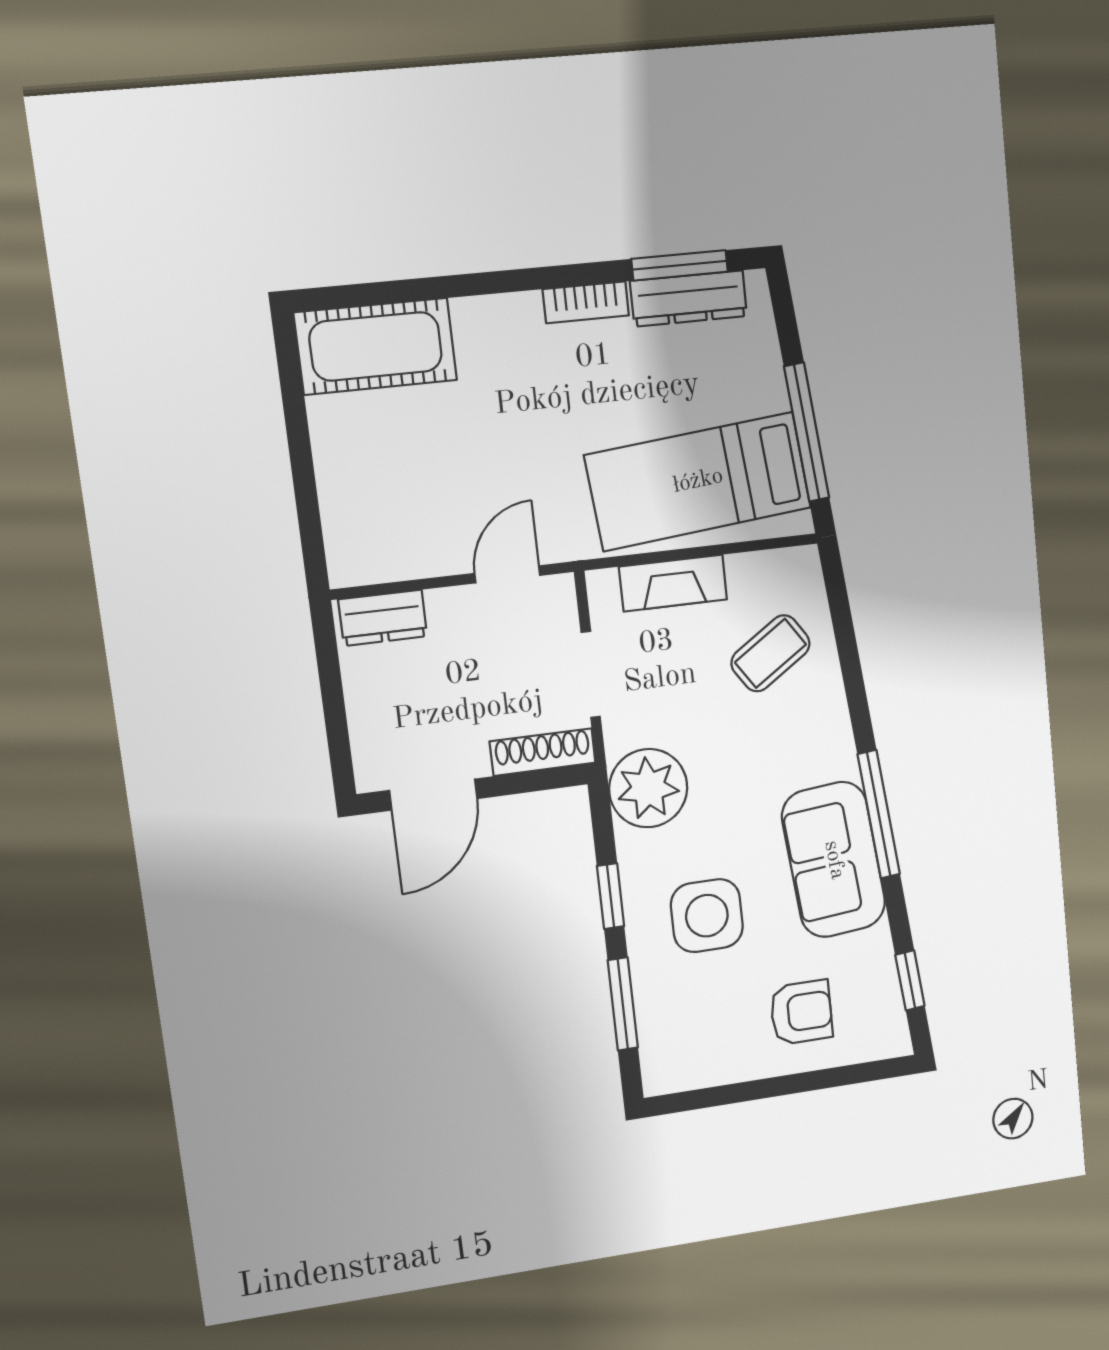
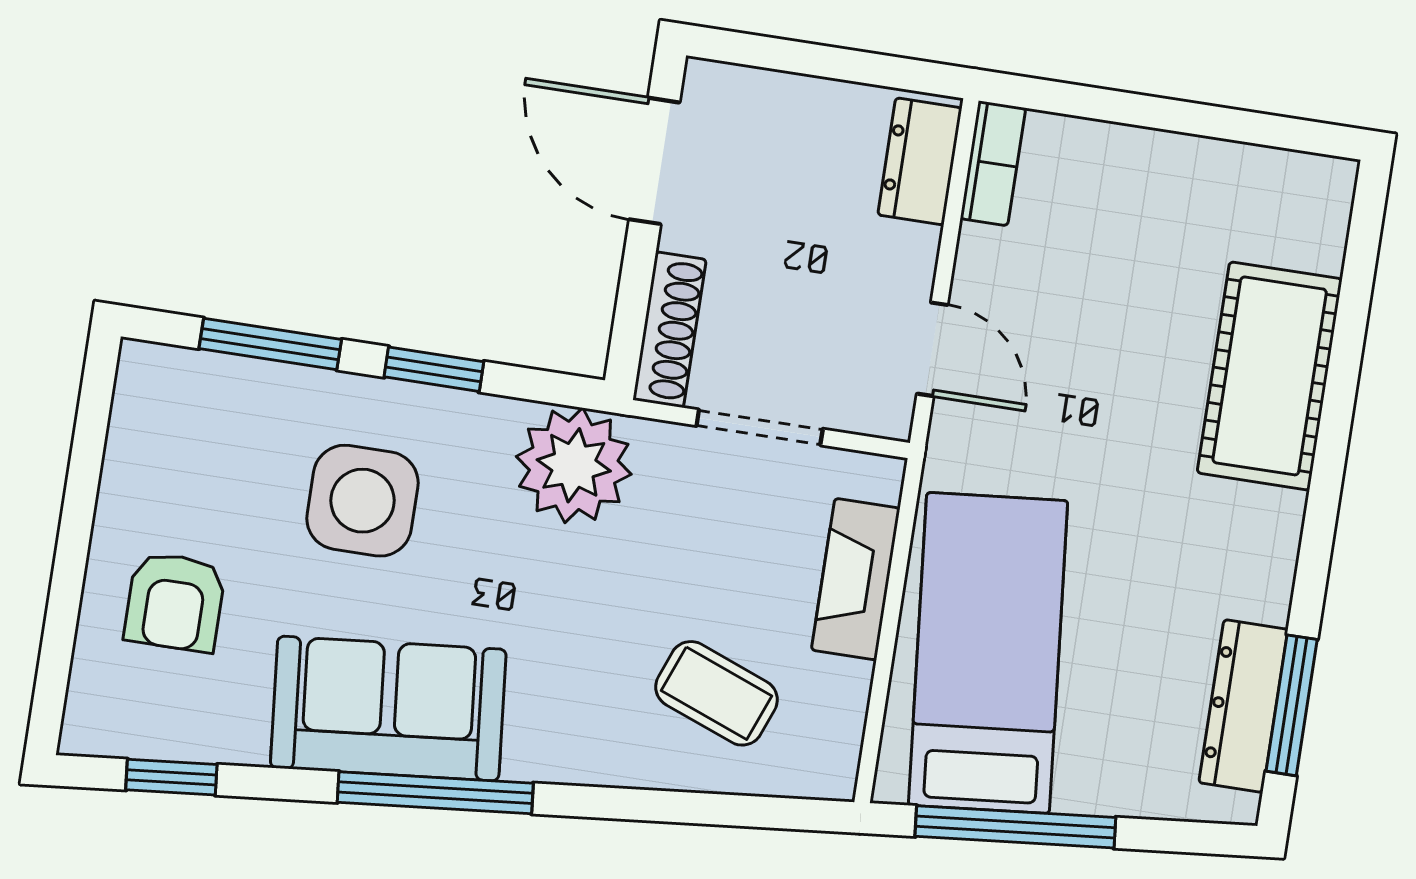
bookcase: (586, 302) -> (993, 163), moved, turned 180
cot: (376, 346) -> (1270, 376), moved
coffee table: (771, 653) -> (717, 693), turned -35

